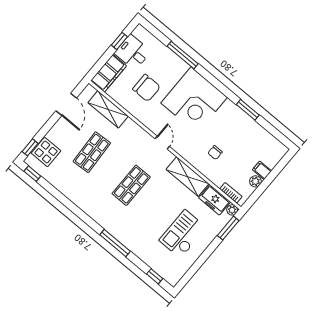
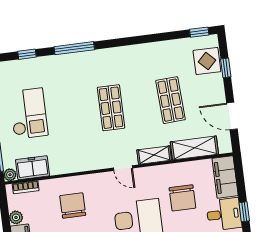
chair: (146, 88) -> (182, 198), turned -90
window: (30, 147) -> (226, 68), moved
chair: (215, 153) -> (73, 206), width x1.87, depth x1.87
shelving: (187, 177) -> (154, 155), moved, width x0.67, depth x0.75
window: (155, 276) -> (27, 54), moved

